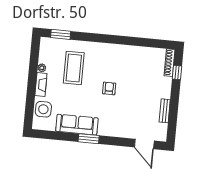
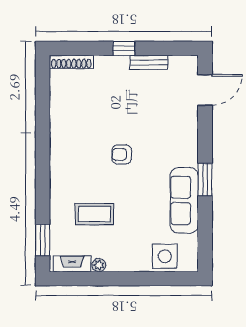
coffee table: (74, 68) -> (94, 214), width x0.73, depth x0.76
window: (177, 72) -> (124, 48), moved
fireplace: (41, 84) -> (72, 264), moved

